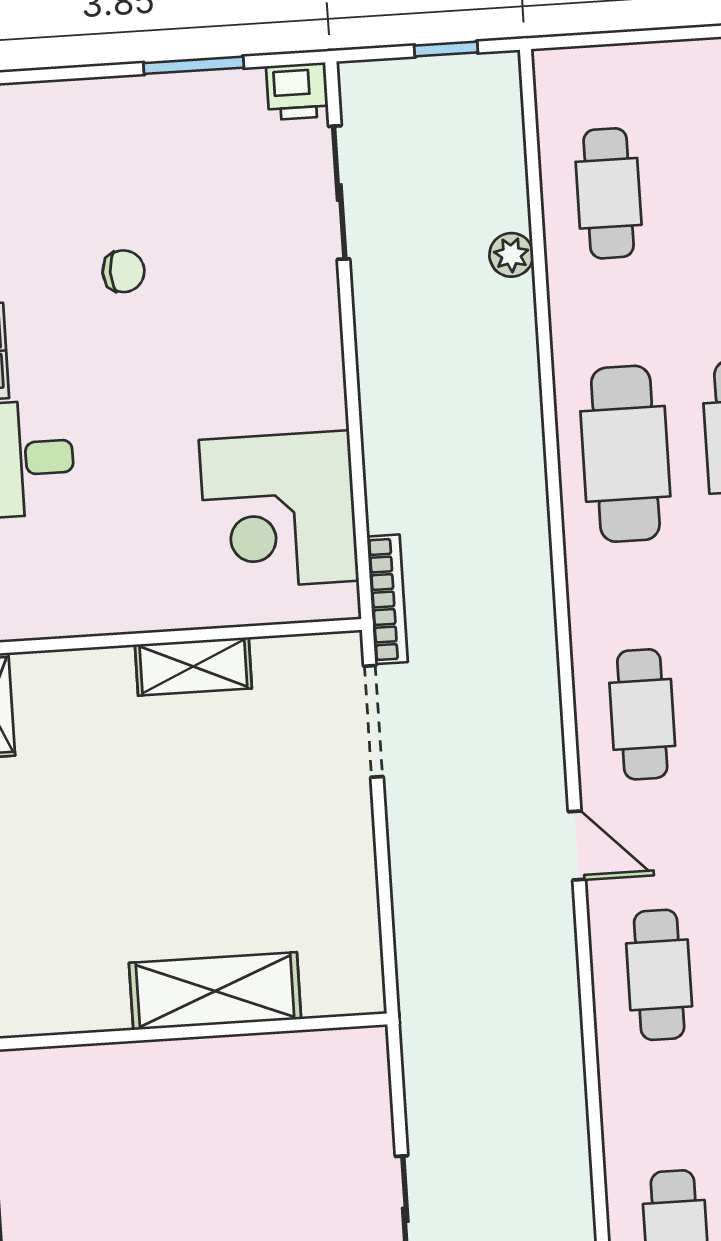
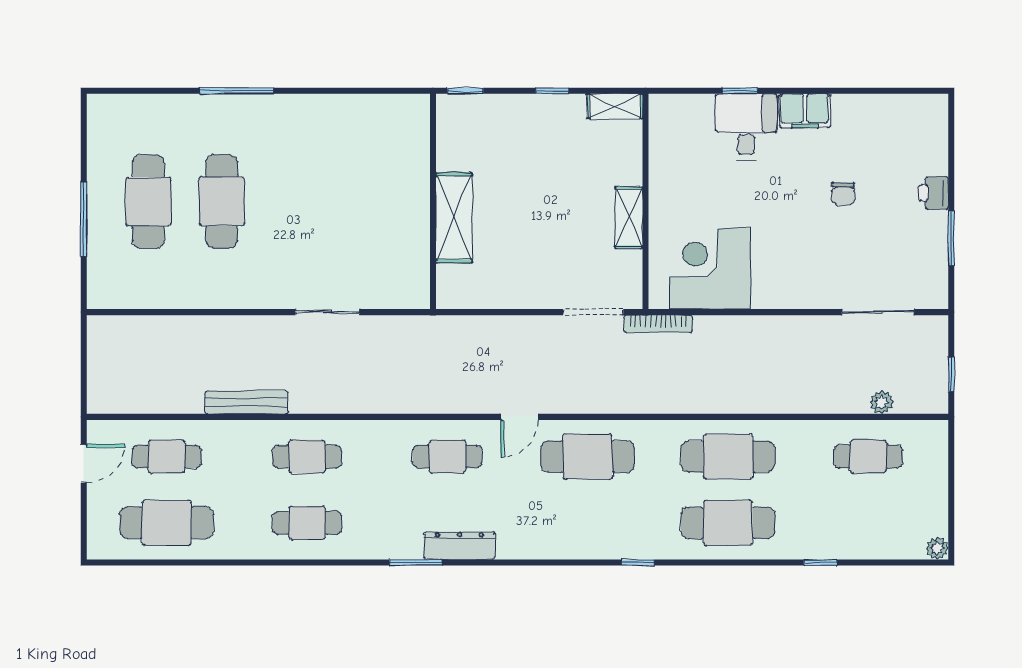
printer: (297, 91) -> (934, 193), moved
plant: (511, 255) -> (882, 402), moved
cafe table: (642, 714) -> (588, 457), width x1.37, depth x1.35

